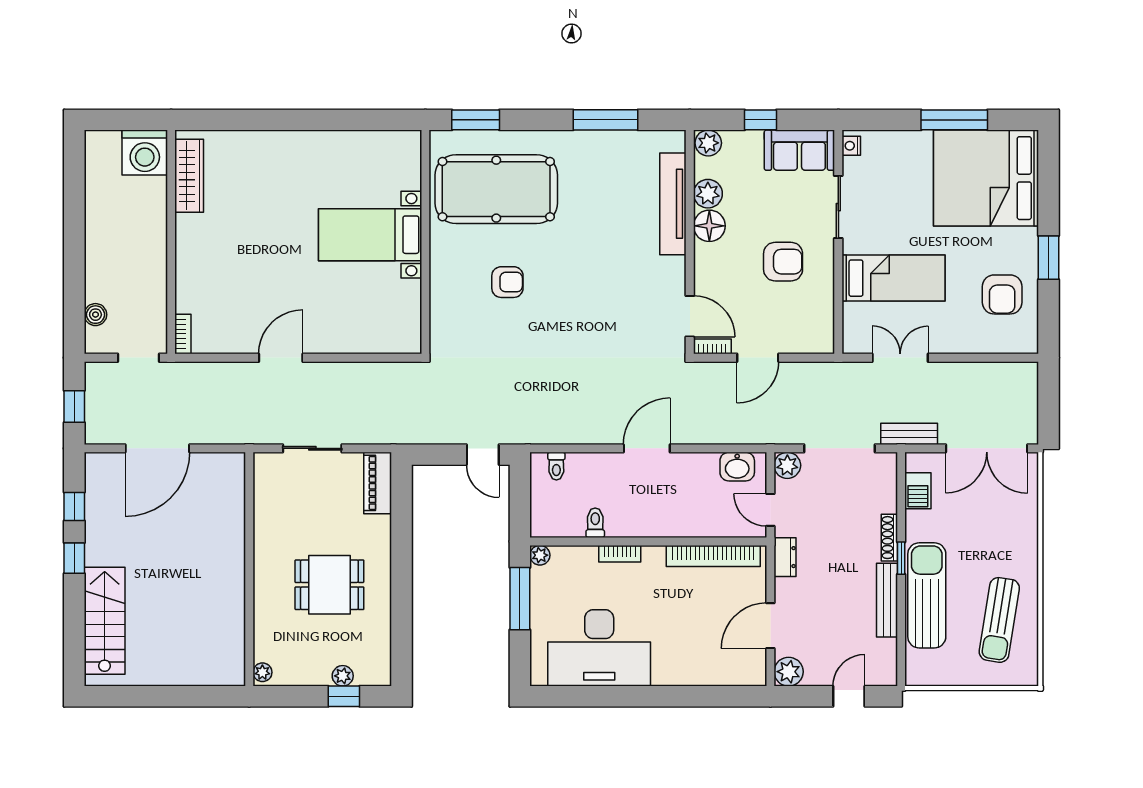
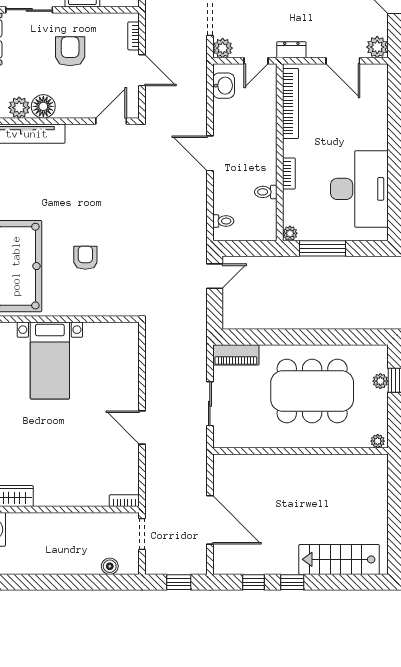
bookcase: (712, 346) -> (134, 36), moved
dining table: (329, 585) -> (312, 391), width x1.88, depth x1.24

